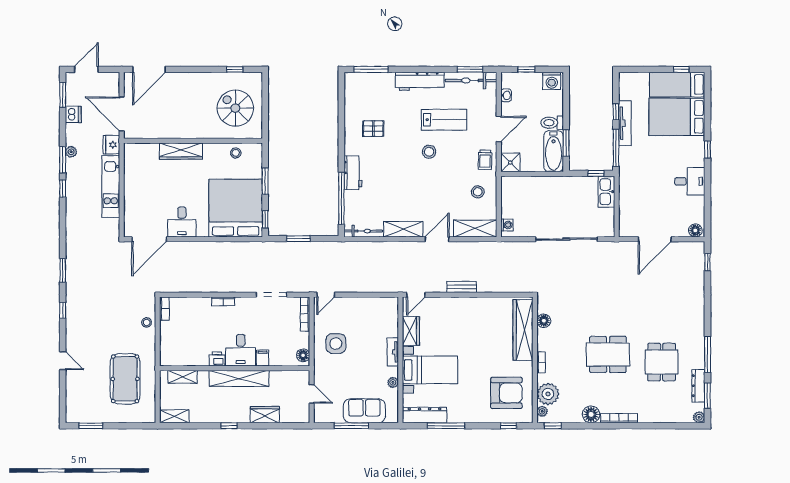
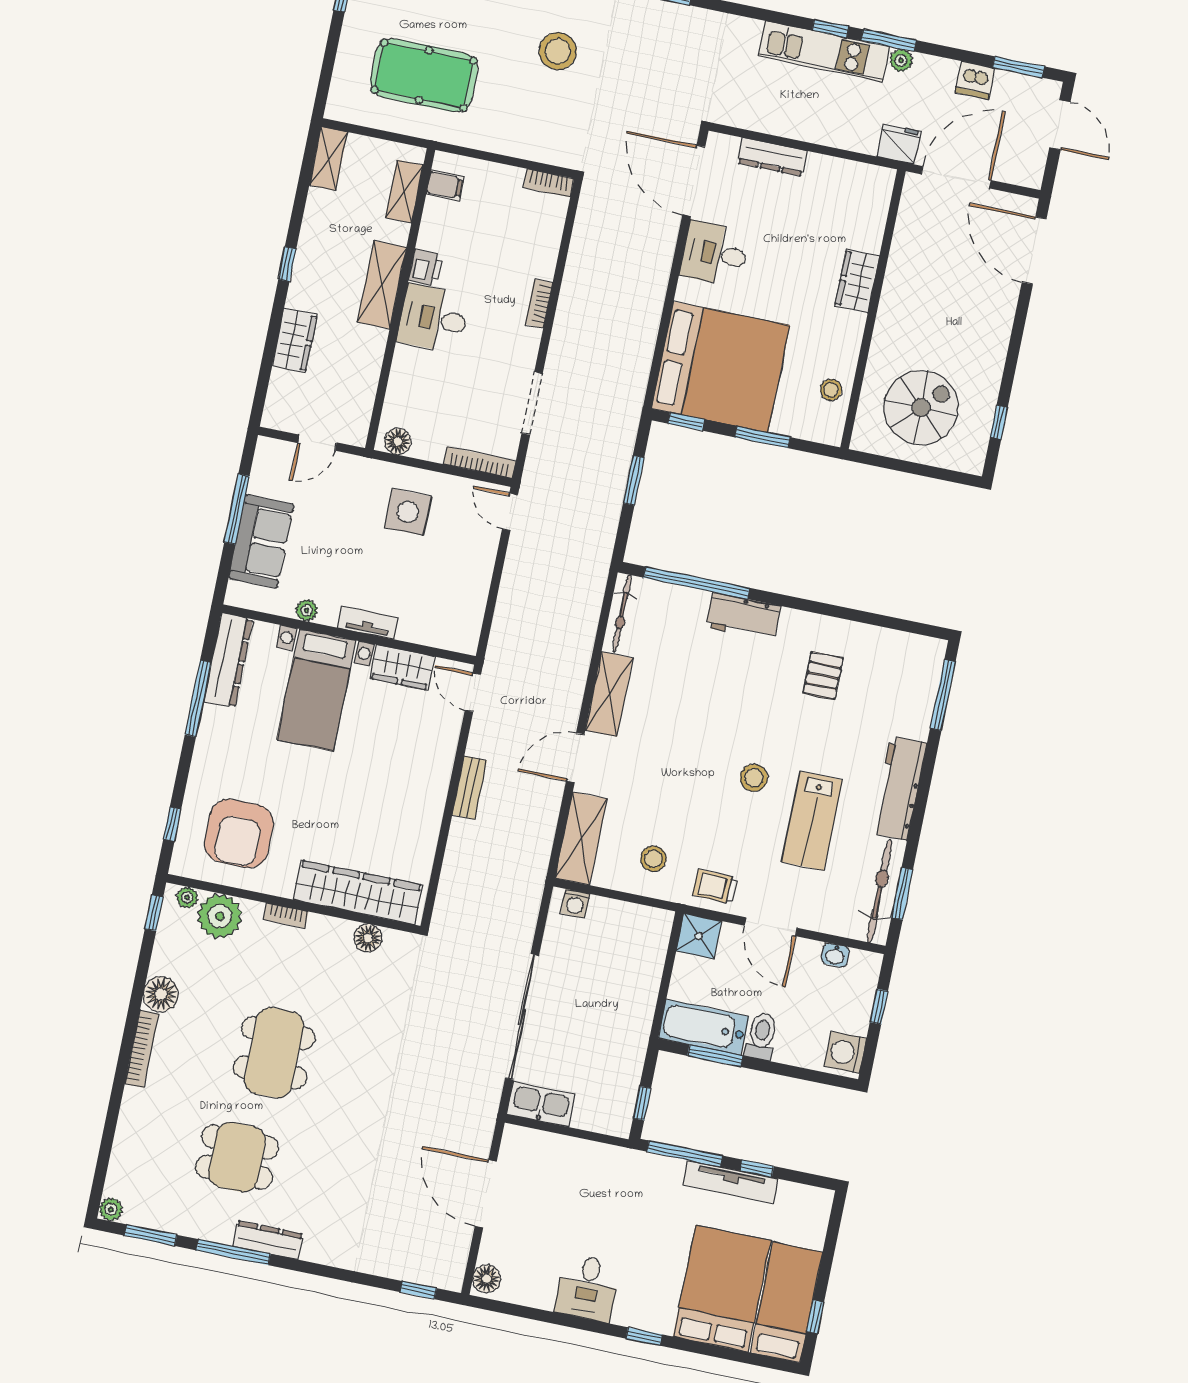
wardrobe: (181, 151) -> (857, 281), width x0.67
kitchen unit: (111, 186) -> (824, 51), moved, turned 180
kitchen sink: (606, 192) -> (541, 1104), moved
dresser: (130, 204) -> (772, 157), added
door: (437, 239) -> (575, 758), swing flipped
stool: (147, 322) -> (558, 51), moved, width x1.89, depth x1.89
filing cabinet: (263, 358) -> (445, 185), moved
shelving: (239, 378) -> (382, 285), width x0.68
dresser: (698, 386) -> (268, 1240), moved

